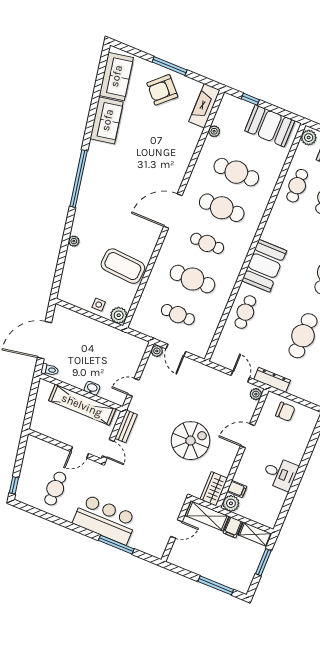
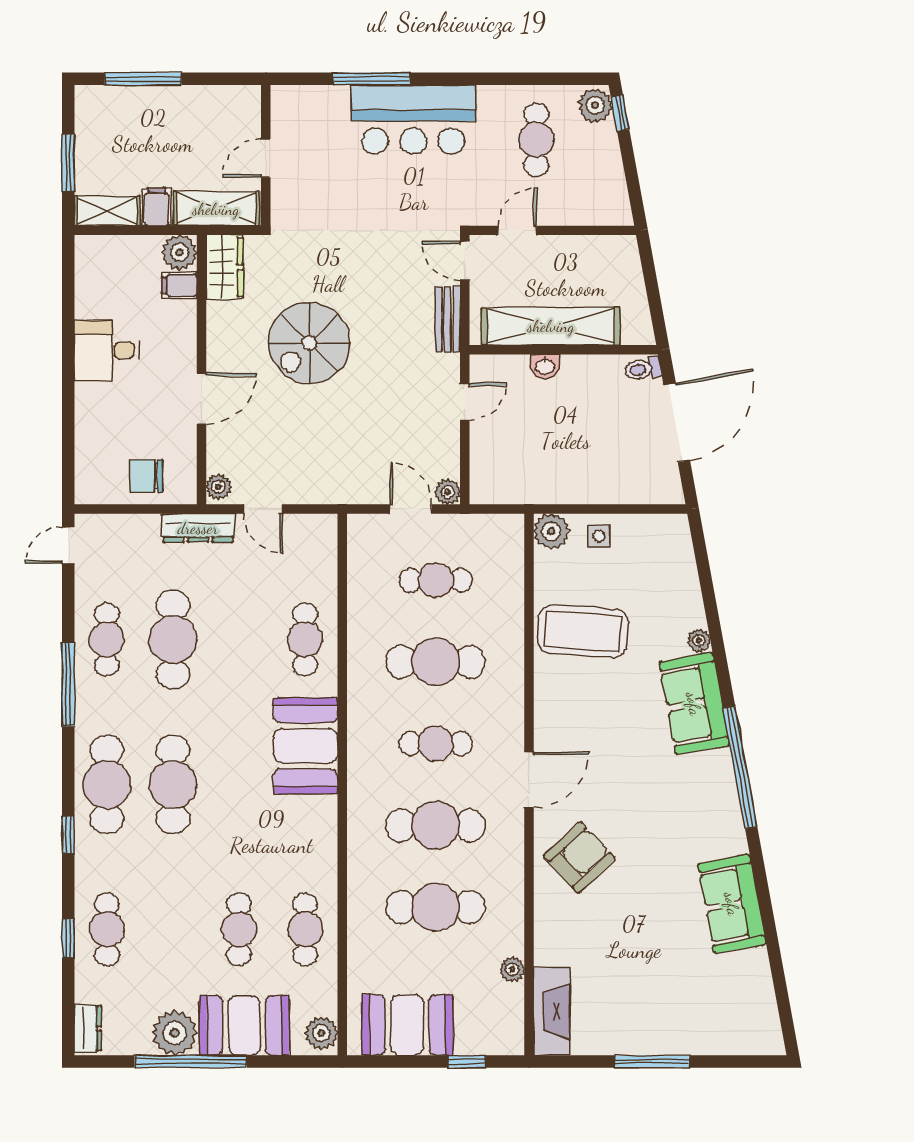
sofa: (116, 76) -> (694, 704), moved
armchair: (162, 90) -> (579, 857), moved
door: (173, 211) -> (529, 780), width x0.73
plant: (23, 493) -> (595, 105), added

